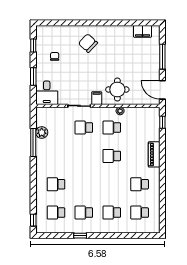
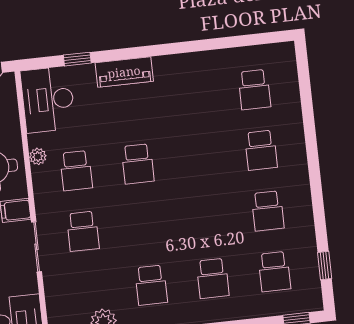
desk: (145, 118) -> (48, 100), added
window: (162, 122) -> (77, 59), moved
school desk: (140, 184) -> (151, 285), moved
window: (80, 236) -> (325, 266), moved

